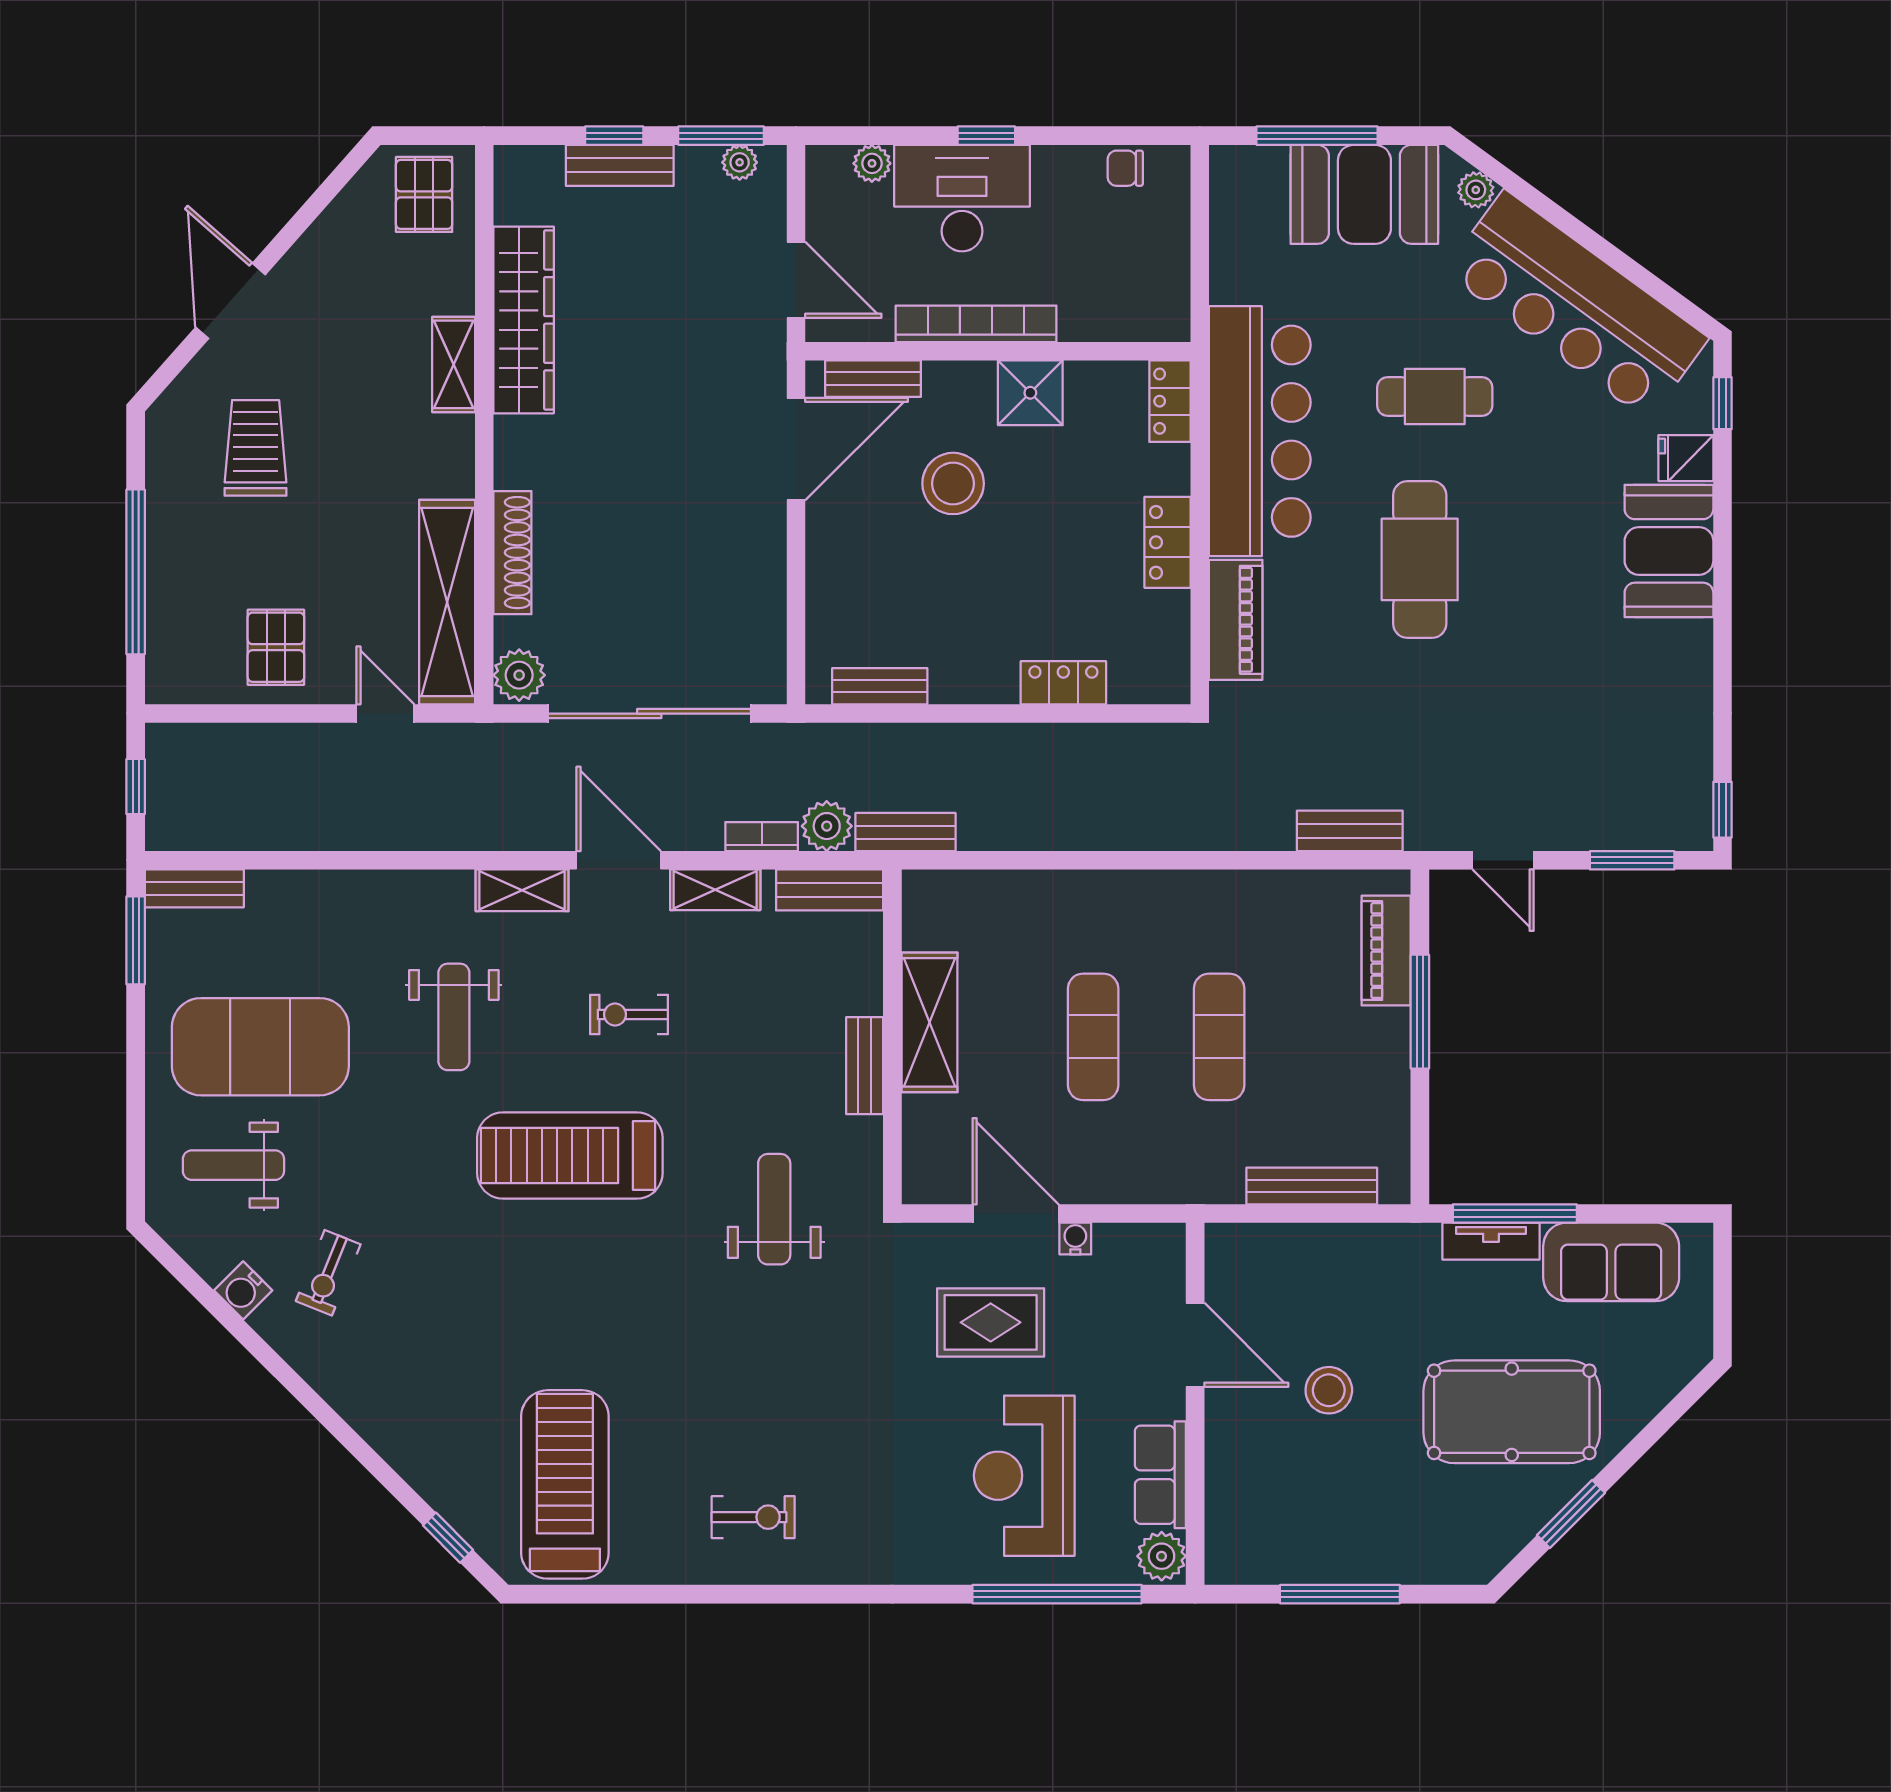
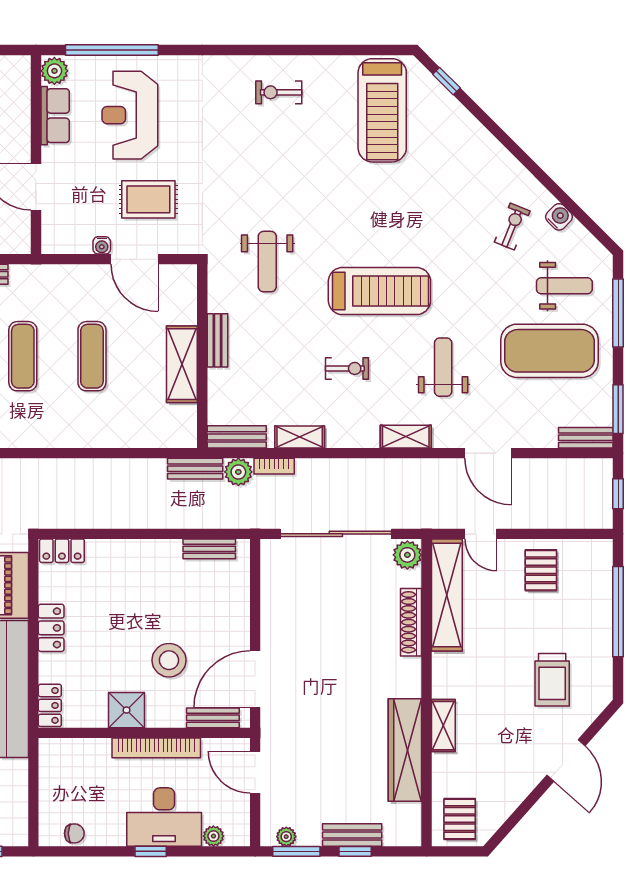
locker: (1063, 683) -> (62, 551), moved
door: (619, 860) -> (488, 453), moved
window: (136, 1116) -> (618, 313), added
reception desk: (1024, 1476) -> (130, 115), turned 180

